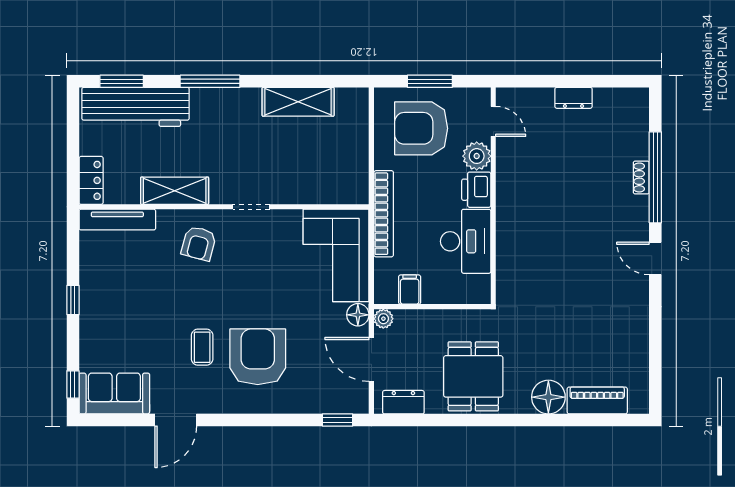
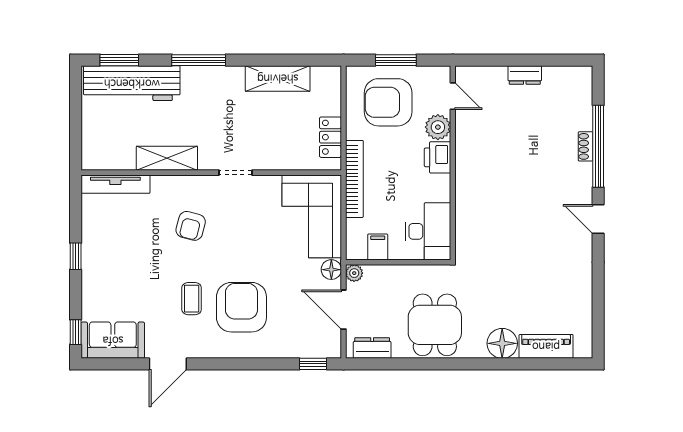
locker: (91, 180) -> (330, 137), moved, turned 180
desk: (466, 241) -> (428, 231), moved
armchair: (199, 243) -> (191, 226), moved

